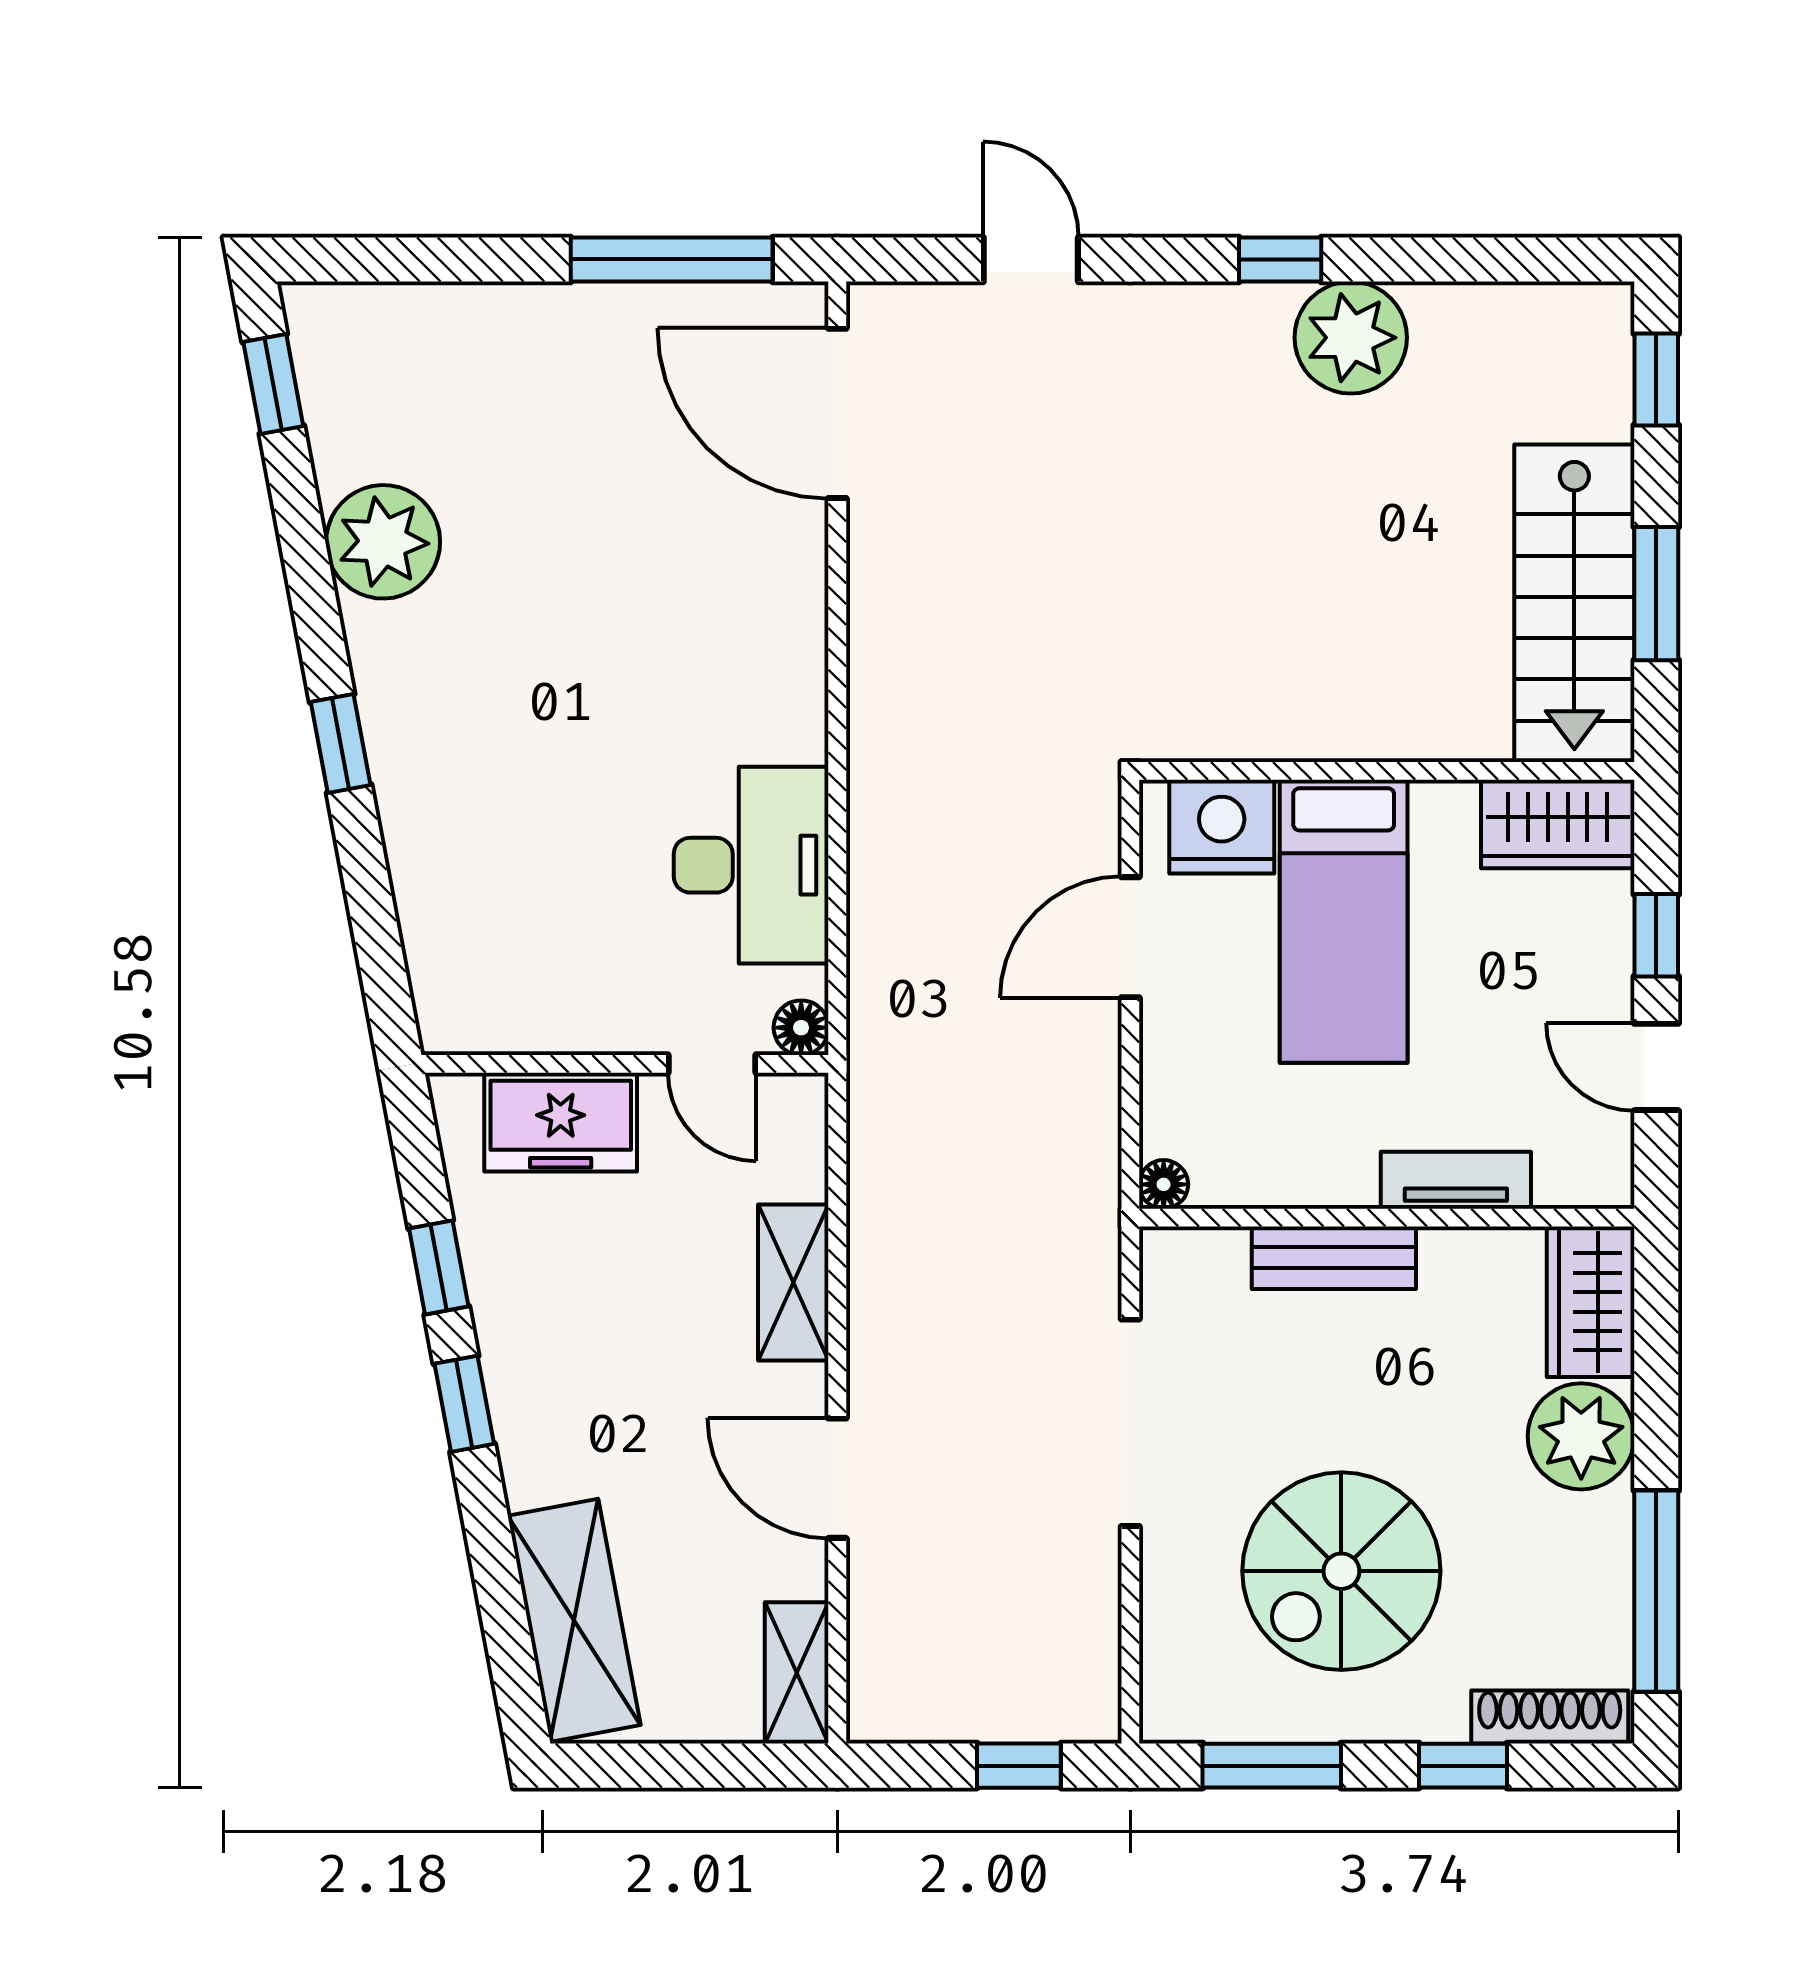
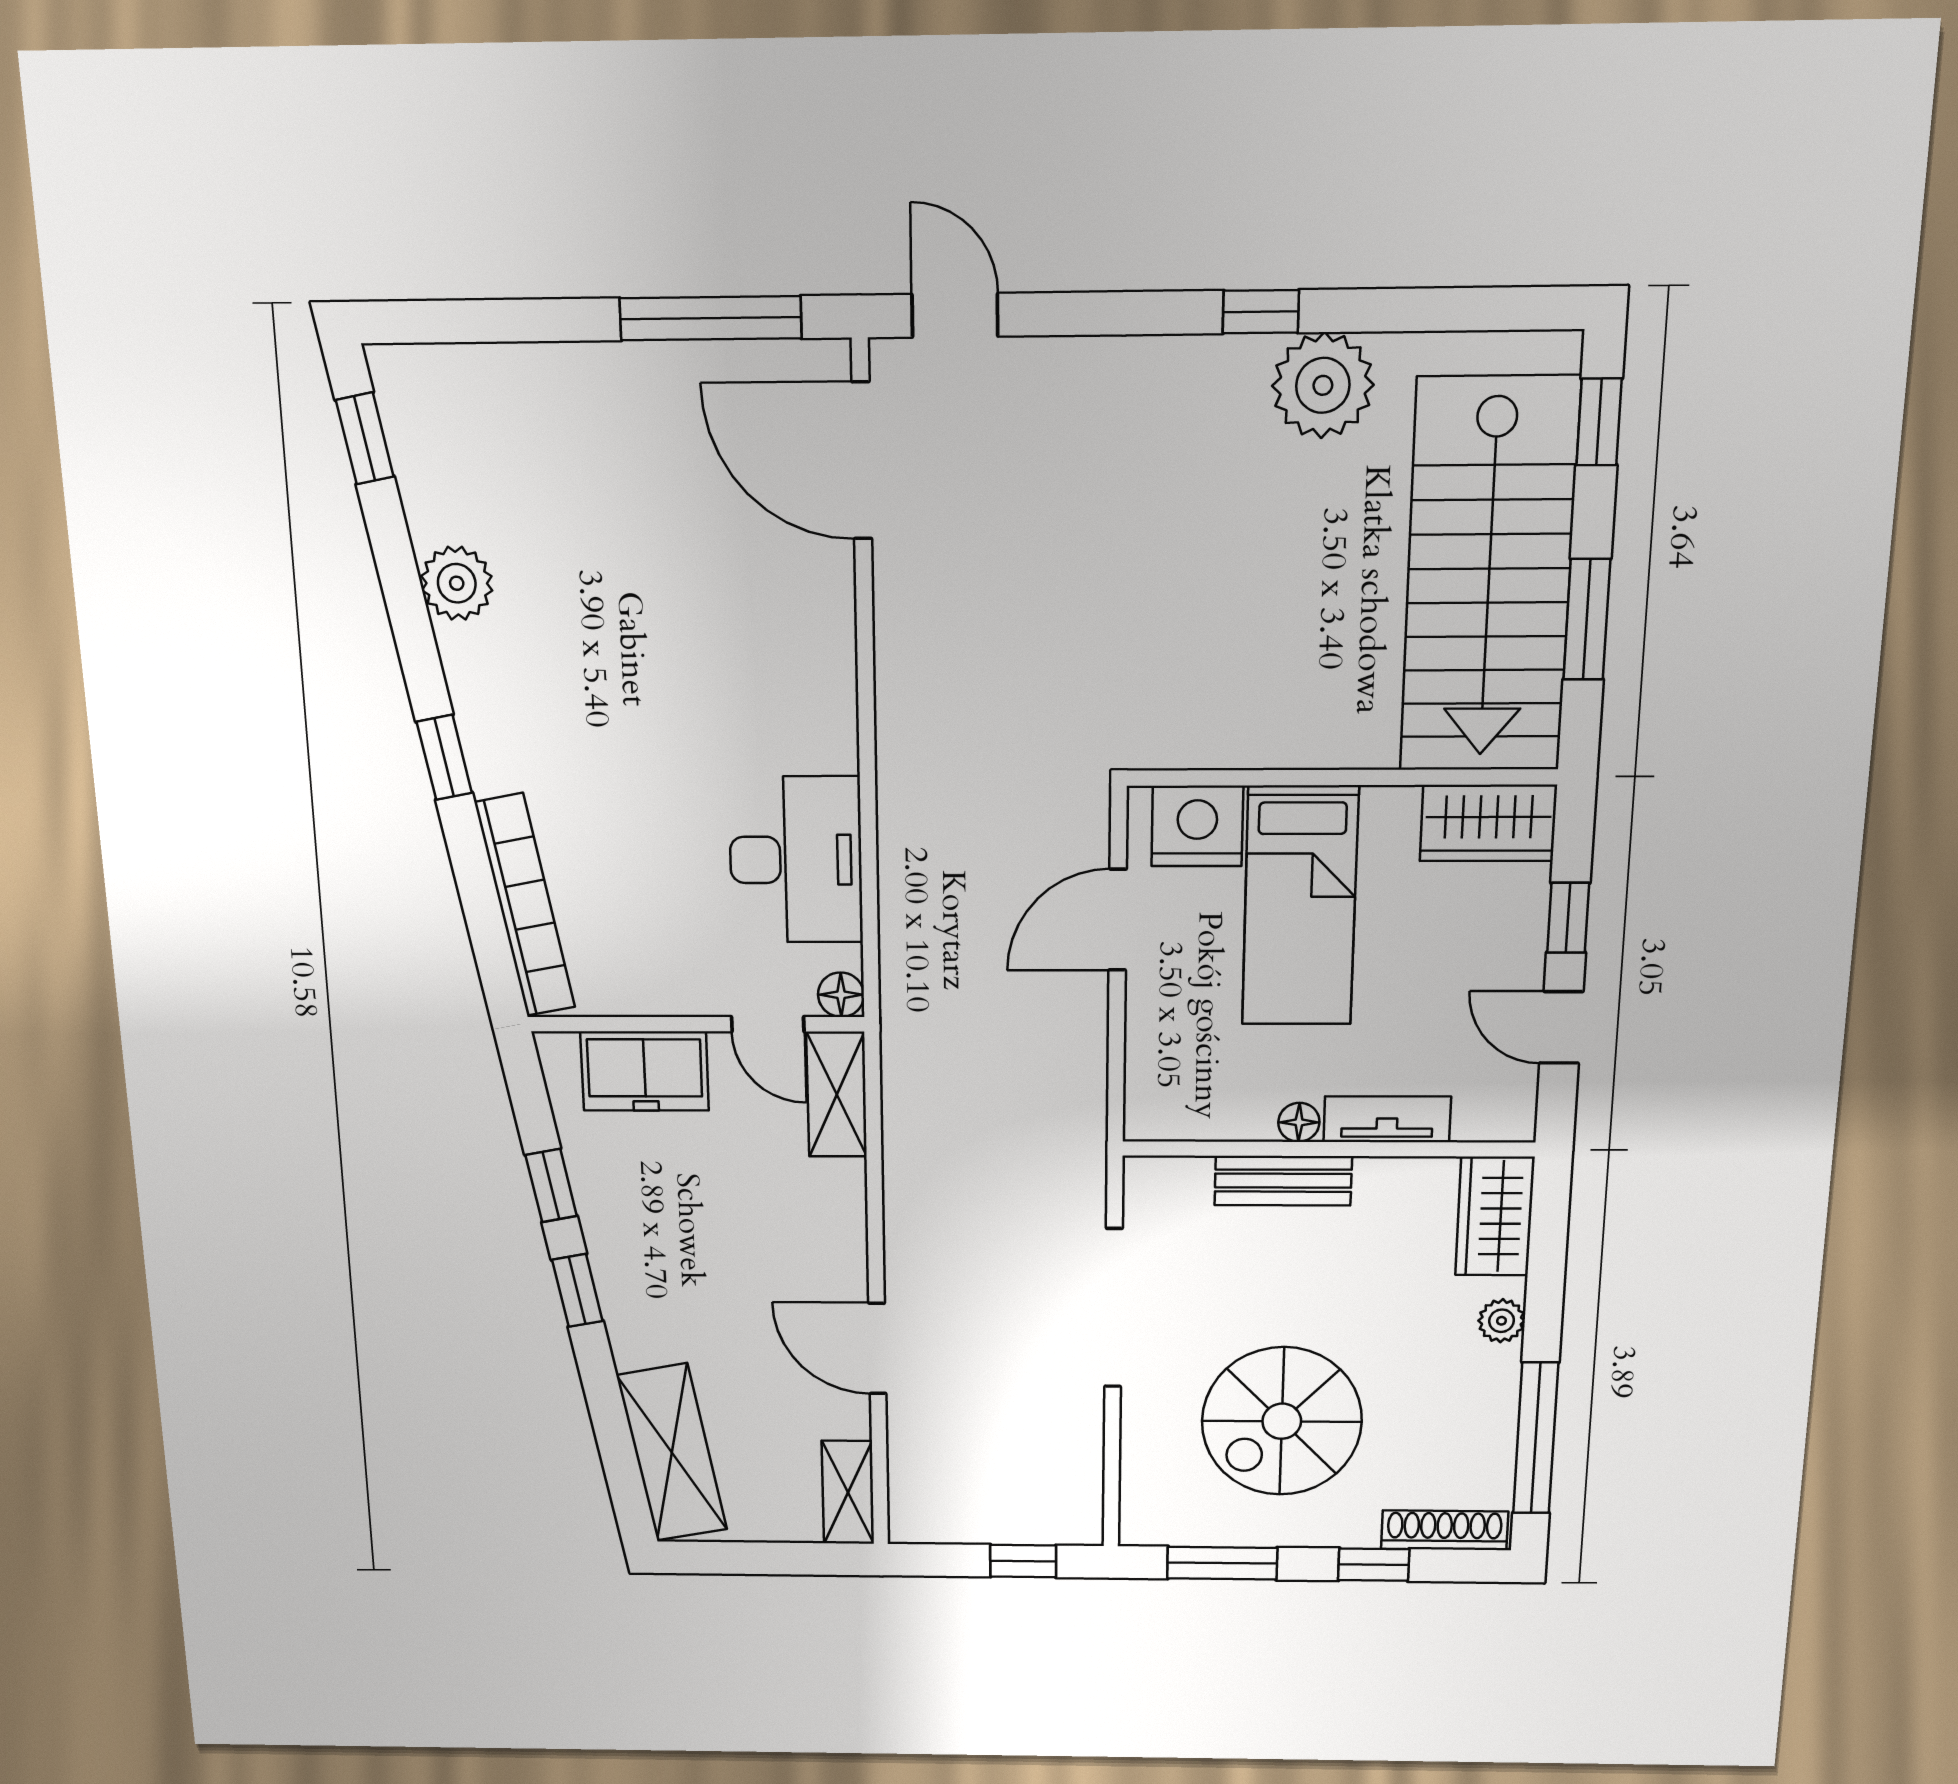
door: (1031, 259) -> (955, 315), moved
plant: (383, 542) -> (457, 583), width x0.73, depth x0.73
stairs: (1574, 603) -> (1489, 577), width x1.36, depth x1.51
bookcase: (426, 919) -> (525, 905), added
floor lamp: (1164, 1184) -> (1299, 1122), moved
shelving: (793, 1283) -> (837, 1094), moved
plant: (1581, 1436) -> (1502, 1321), width x0.53, depth x0.53

